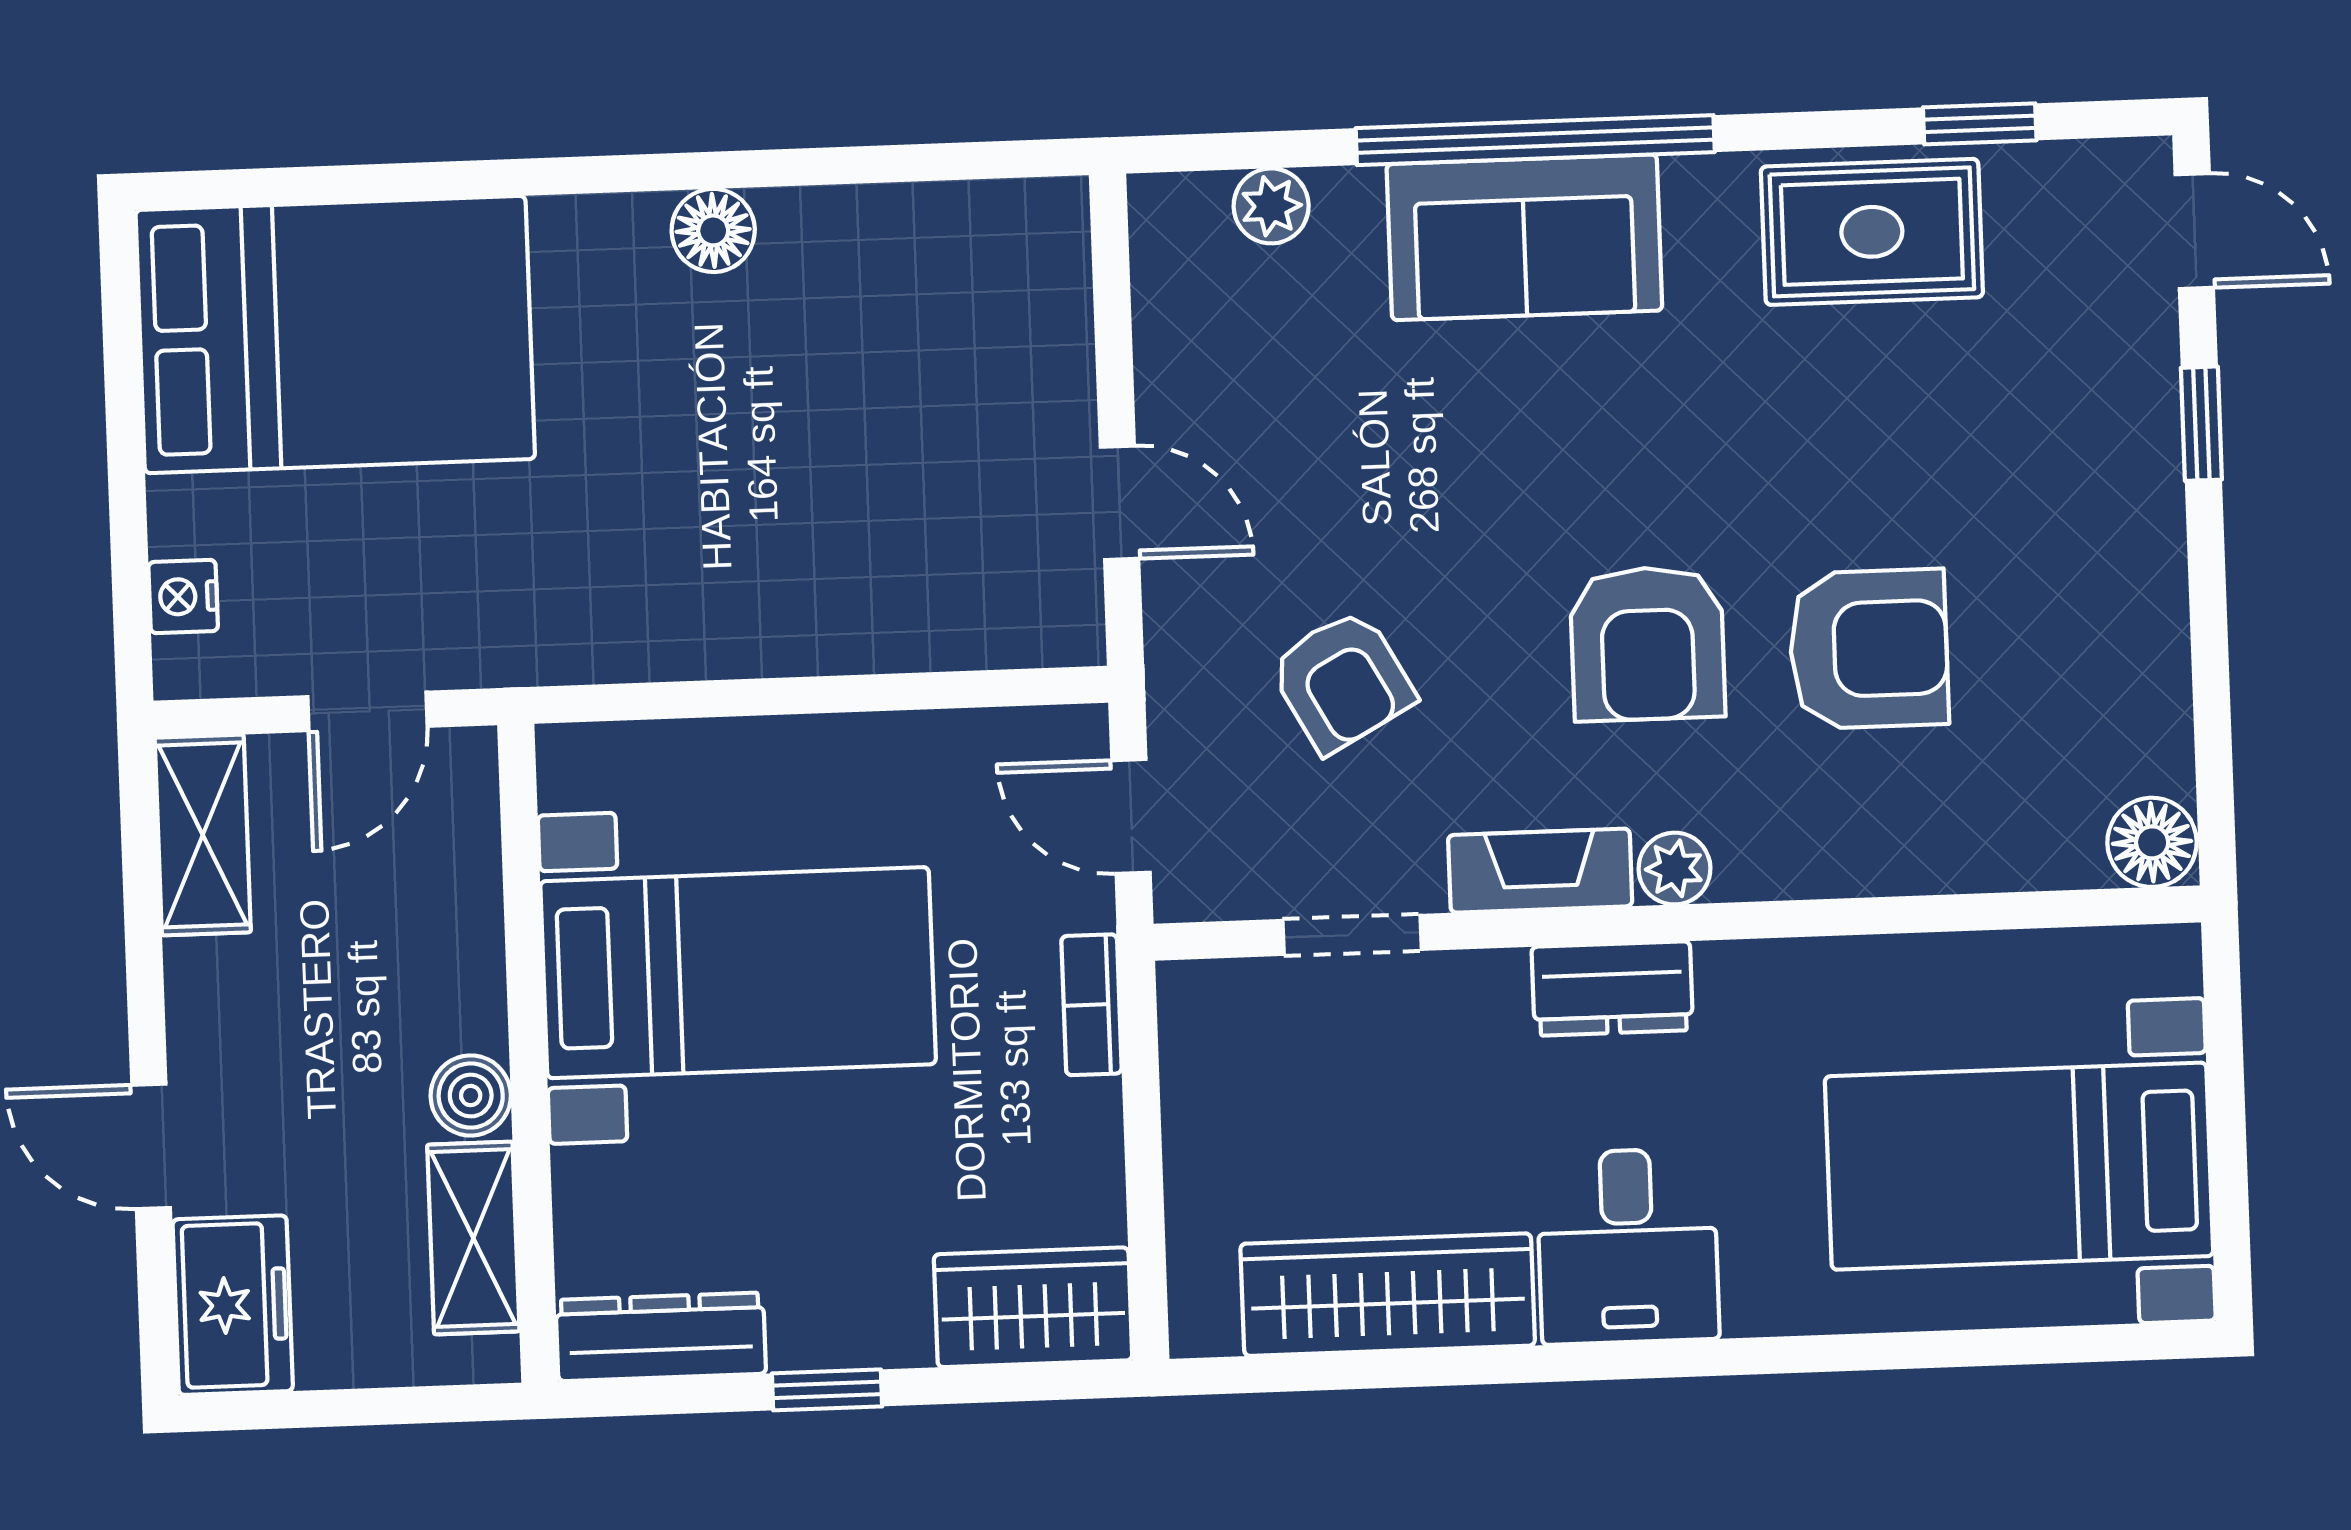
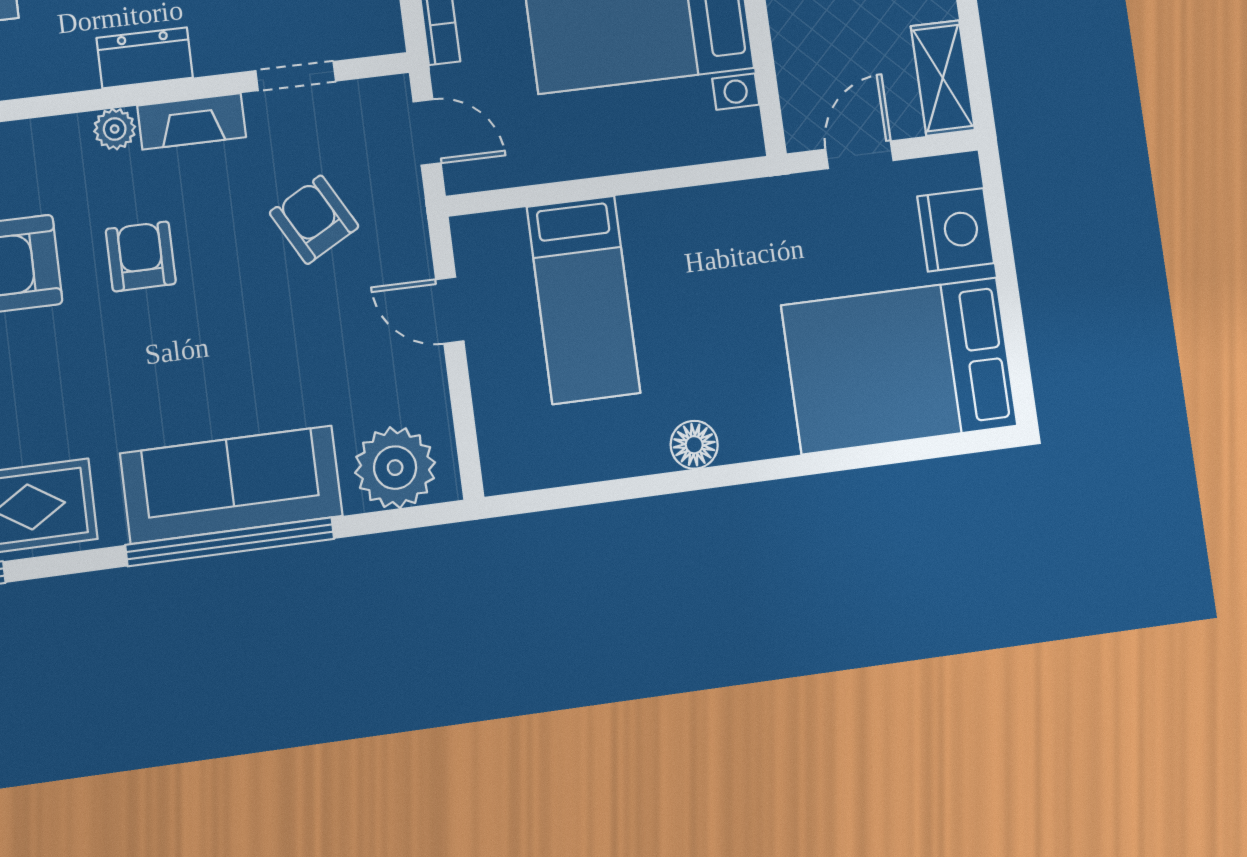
plant: (1271, 206) -> (395, 468), width x1.87, depth x1.87
sofa: (1524, 237) -> (231, 485), width x1.36
bed: (884, 500) -> (583, 300), added
nightstand: (183, 597) -> (956, 230), width x1.89, depth x1.79
armchair: (1647, 644) -> (141, 256), width x0.72, depth x0.72

